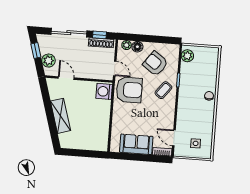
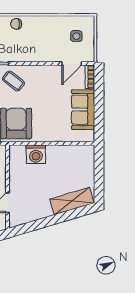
washing machine: (104, 91) -> (36, 154), moved
shelving: (61, 116) -> (72, 201), moved

